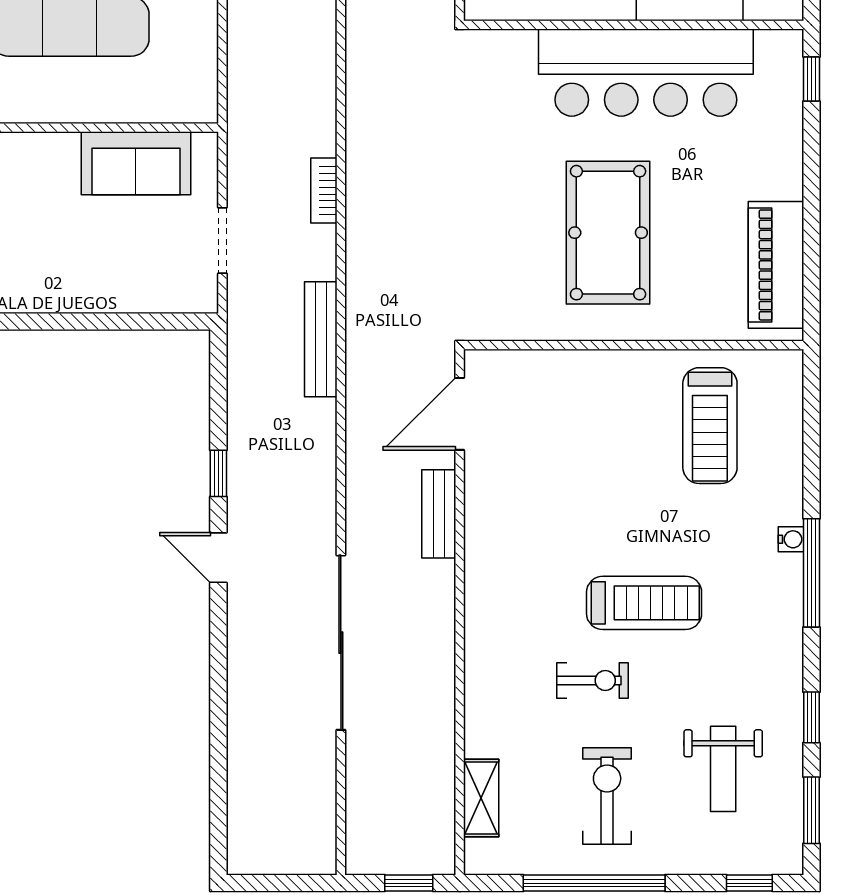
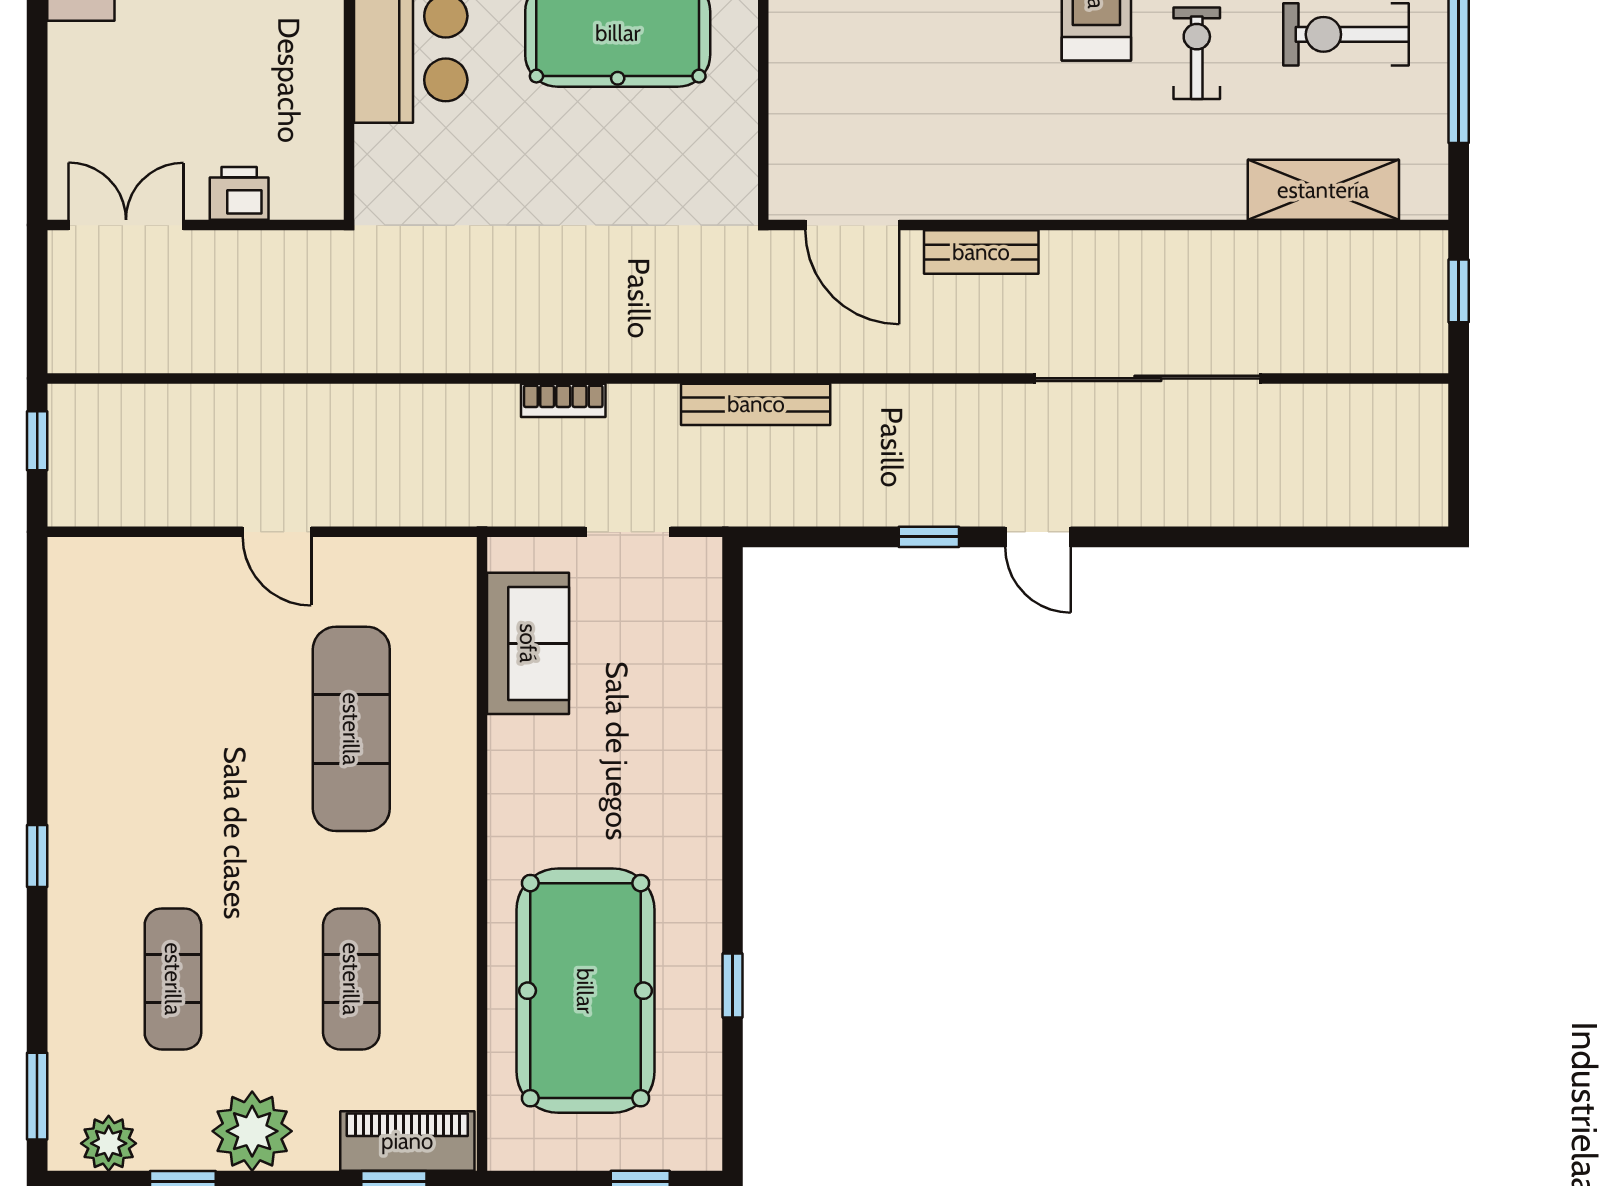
door: (218, 558) -> (1038, 537), hinge flipped
shelving: (481, 798) -> (1323, 190), width x1.50, depth x1.33

